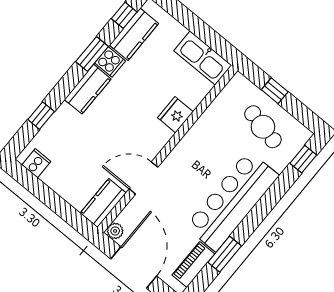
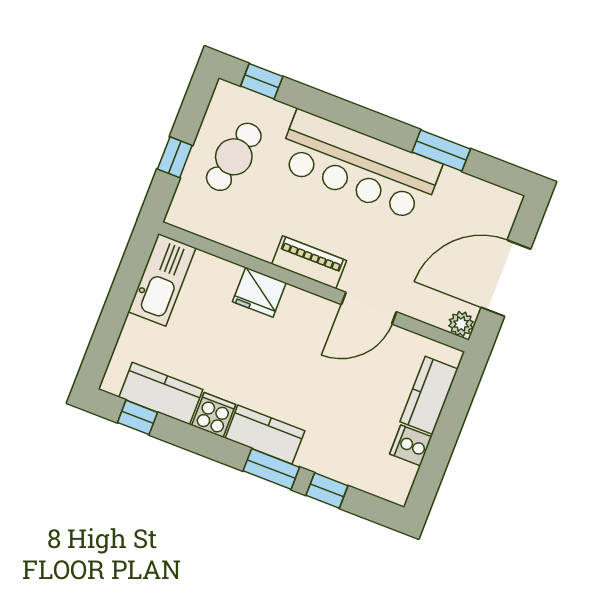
window: (92, 54) -> (271, 469), moved
cooker: (36, 163) -> (411, 445), moved
door: (143, 178) -> (369, 308), hinge flipped
kitchen counter: (103, 203) -> (429, 395), moved, turned 90
piano: (193, 264) -> (309, 262), moved, turned 180

